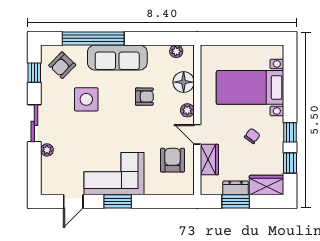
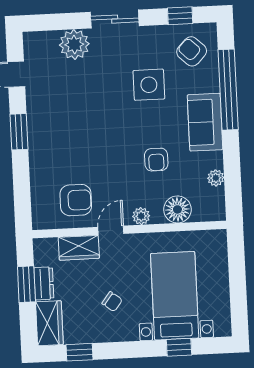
plant: (176, 51) -> (216, 178), moved
sofa: (117, 57) -> (205, 122), width x0.73
window: (290, 132) -> (179, 347), moved
plant: (47, 150) -> (74, 44), width x1.88, depth x1.88
corner sofa: (114, 174) -> (54, 125), removed

